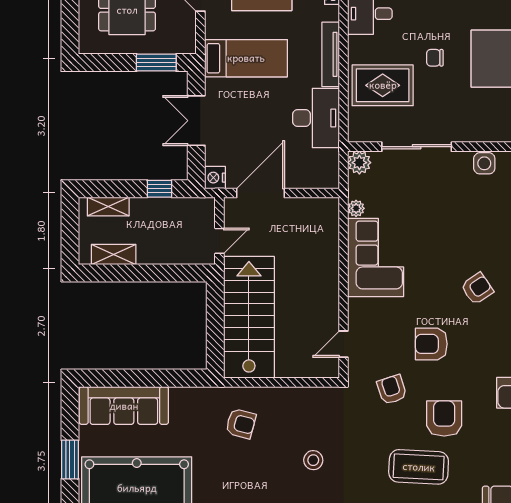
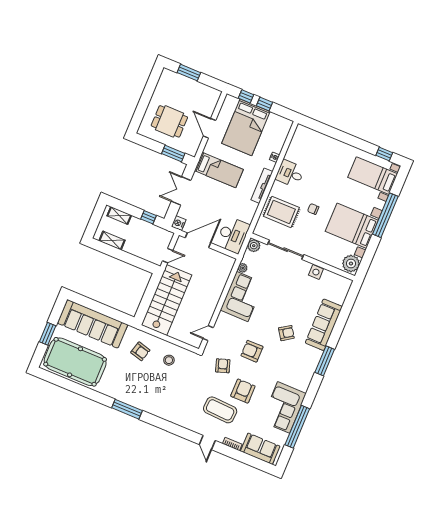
desk: (316, 118) -> (233, 235), moved
sofa: (124, 406) -> (93, 324), width x1.36, depth x1.27
stool: (313, 460) -> (169, 360), moved

